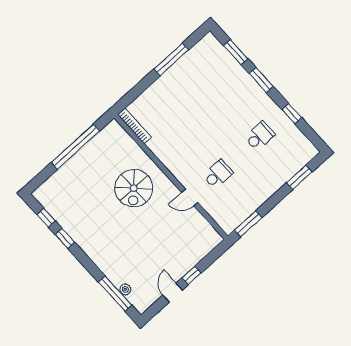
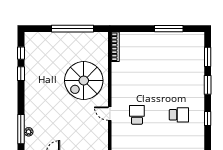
school desk: (218, 174) -> (137, 115), turned -90
spiral stairs: (134, 188) -> (84, 81), width x1.37, depth x1.37

